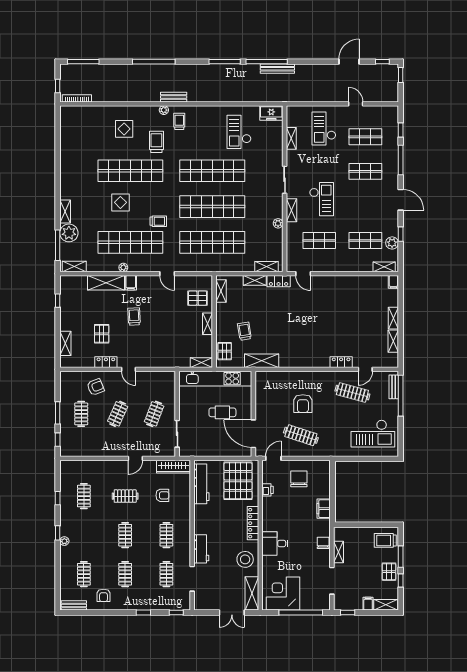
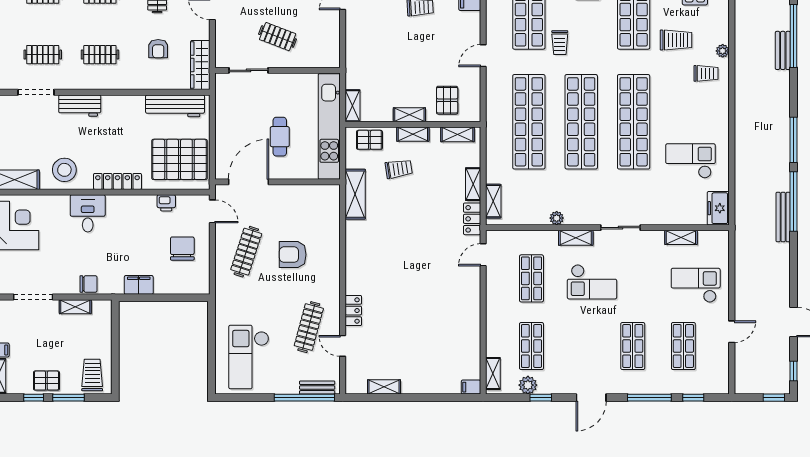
bench: (174, 97) -> (783, 50), moved
shelving: (393, 318) -> (413, 134), moved
chair: (299, 479) -> (182, 249), turned -90

